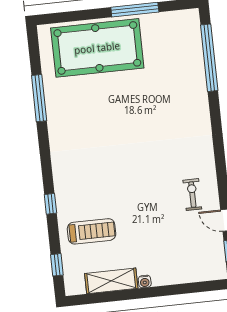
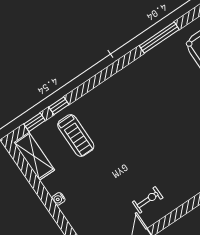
window: (50, 204) -> (59, 106), moved
shelving: (111, 281) -> (34, 156), moved

